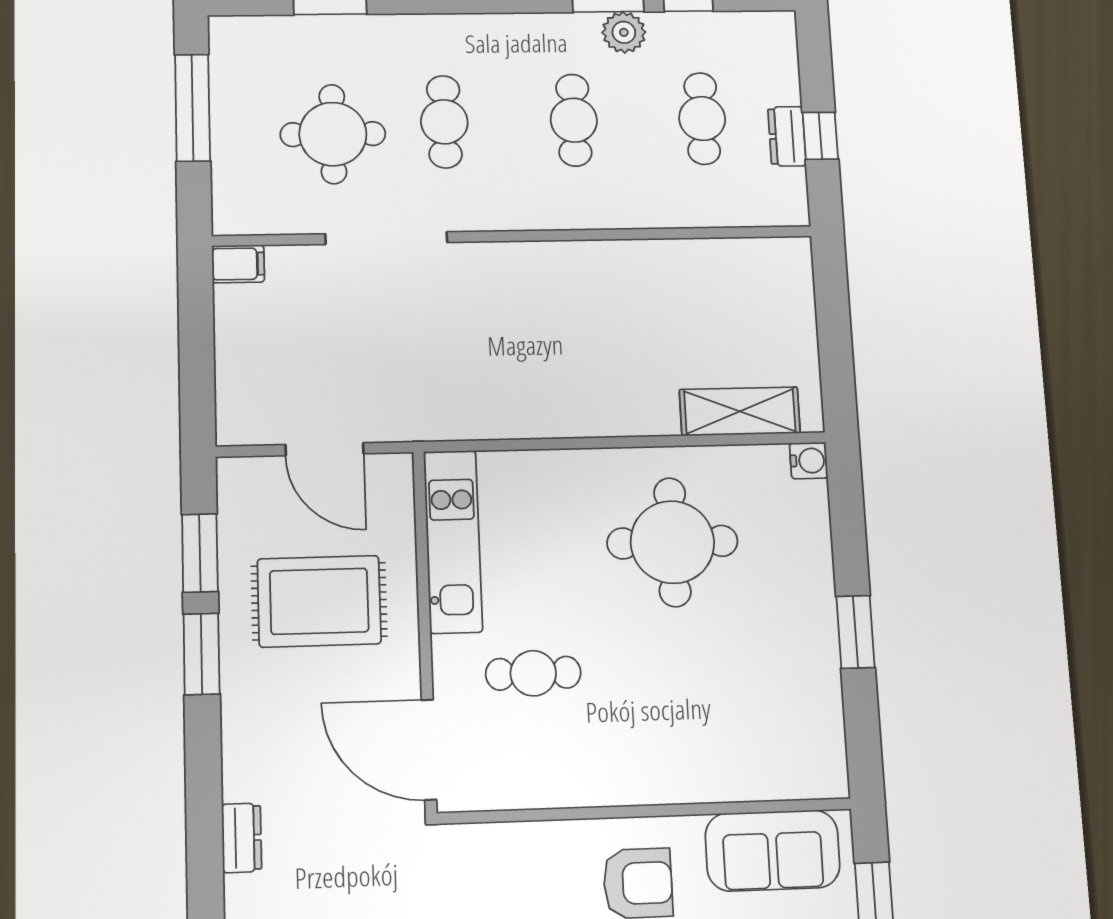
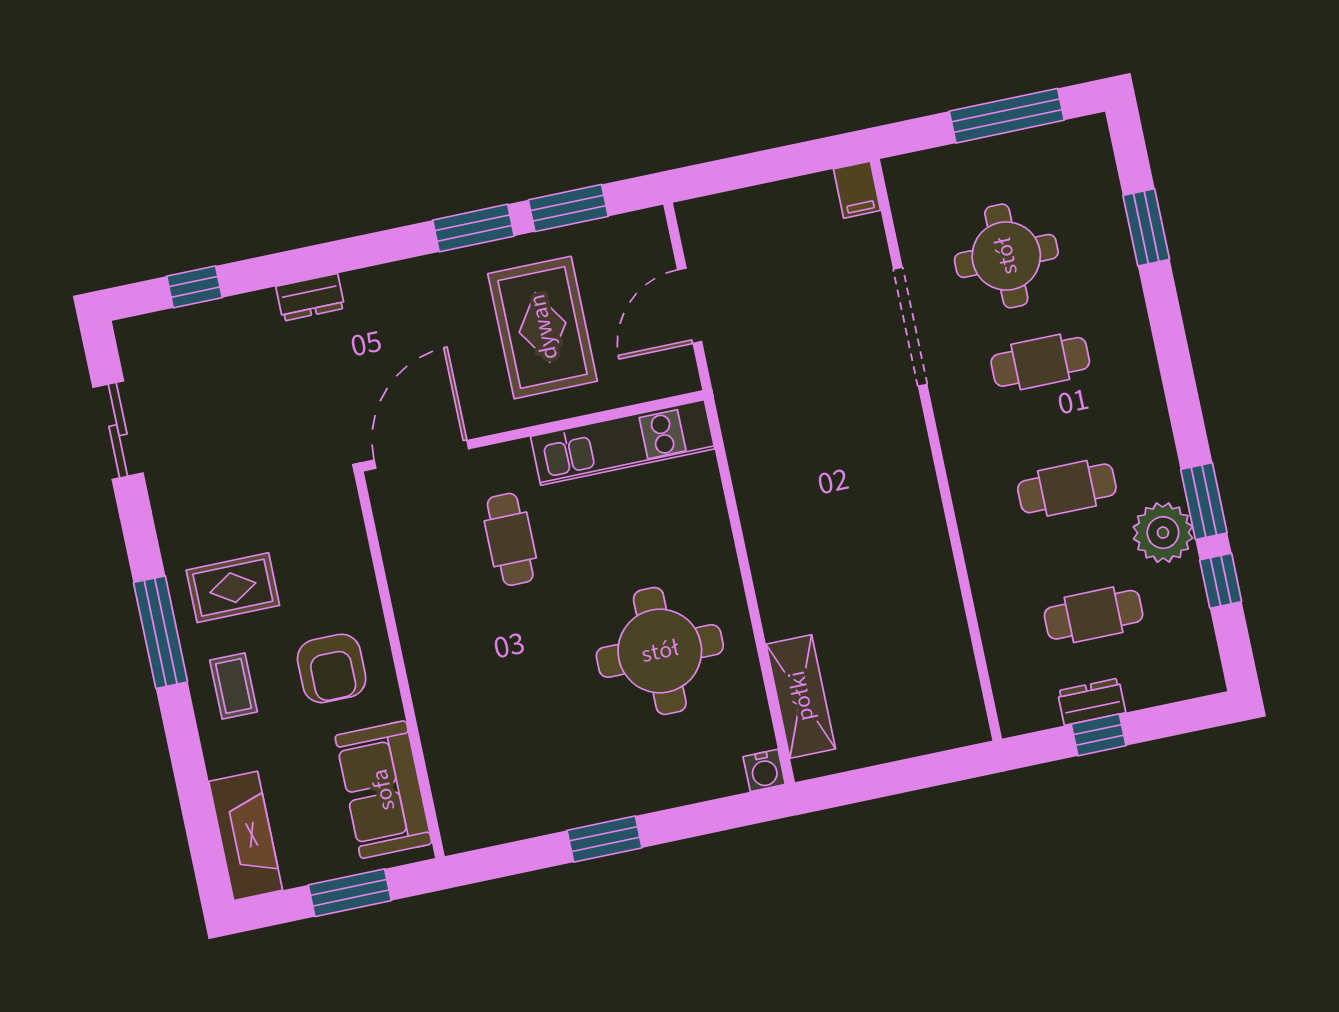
plant: (624, 32) -> (1163, 533), width x1.36, depth x1.36

